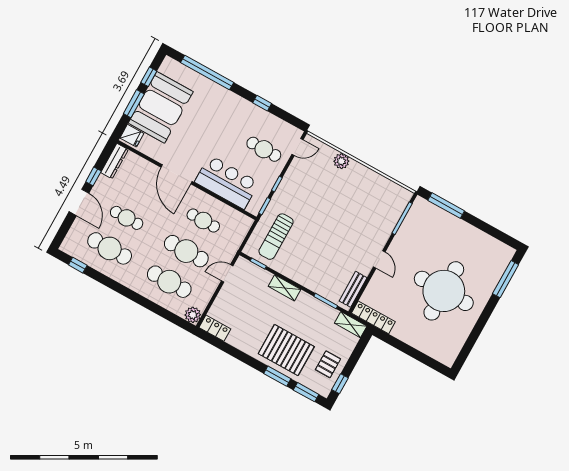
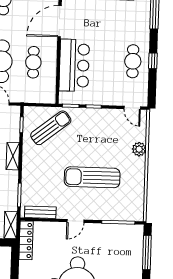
cafe table: (264, 149) -> (133, 61), moved
sun lounger: (345, 221) -> (92, 177), added
sun lounger: (276, 237) -> (51, 128), turned 142

